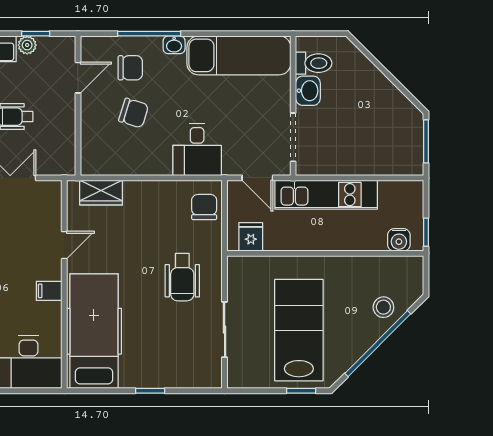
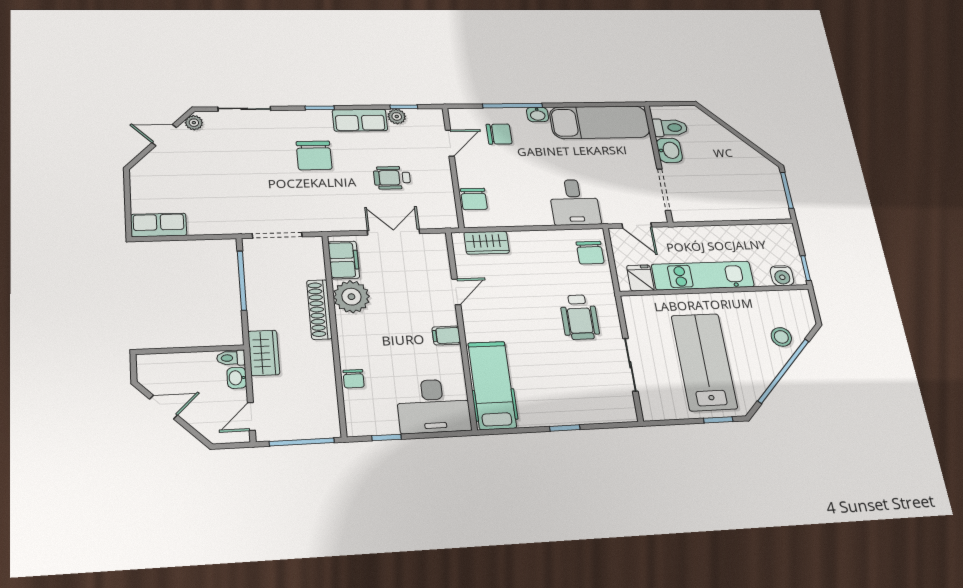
chair: (134, 113) -> (474, 199), moved, turned 73
kitchen unit: (326, 195) -> (703, 276), moved, turned 180
chair: (204, 207) -> (590, 253), turned 180
hospital bed: (94, 331) -> (492, 385), width x0.73, depth x0.78

